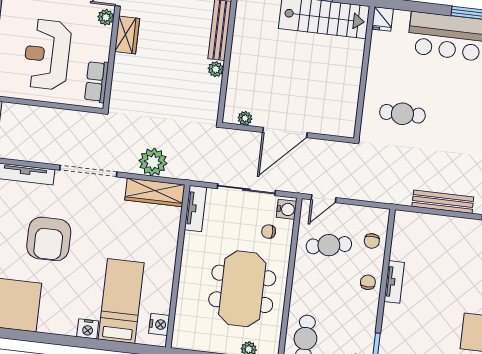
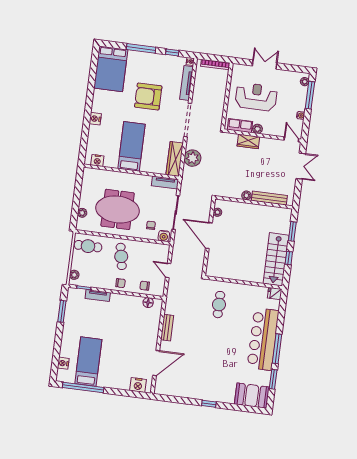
plant: (106, 17) -> (257, 129), moved
wardrobe: (127, 35) -> (248, 141), moved
door: (324, 199) -> (168, 270), moved
bench: (443, 202) -> (167, 328), width x0.73
floor lamp: (401, 235) -> (148, 303), added
cafe table: (329, 245) -> (121, 256), moved
tv unit: (394, 282) -> (98, 296), moved
bed: (121, 301) -> (131, 146), moved, turned -90

